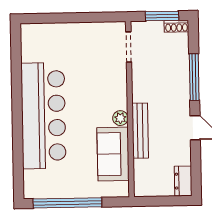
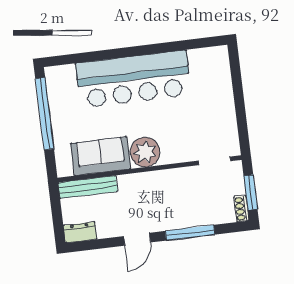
plant: (120, 118) -> (145, 152), width x1.87, depth x1.87
bench: (140, 131) -> (88, 187), moved

